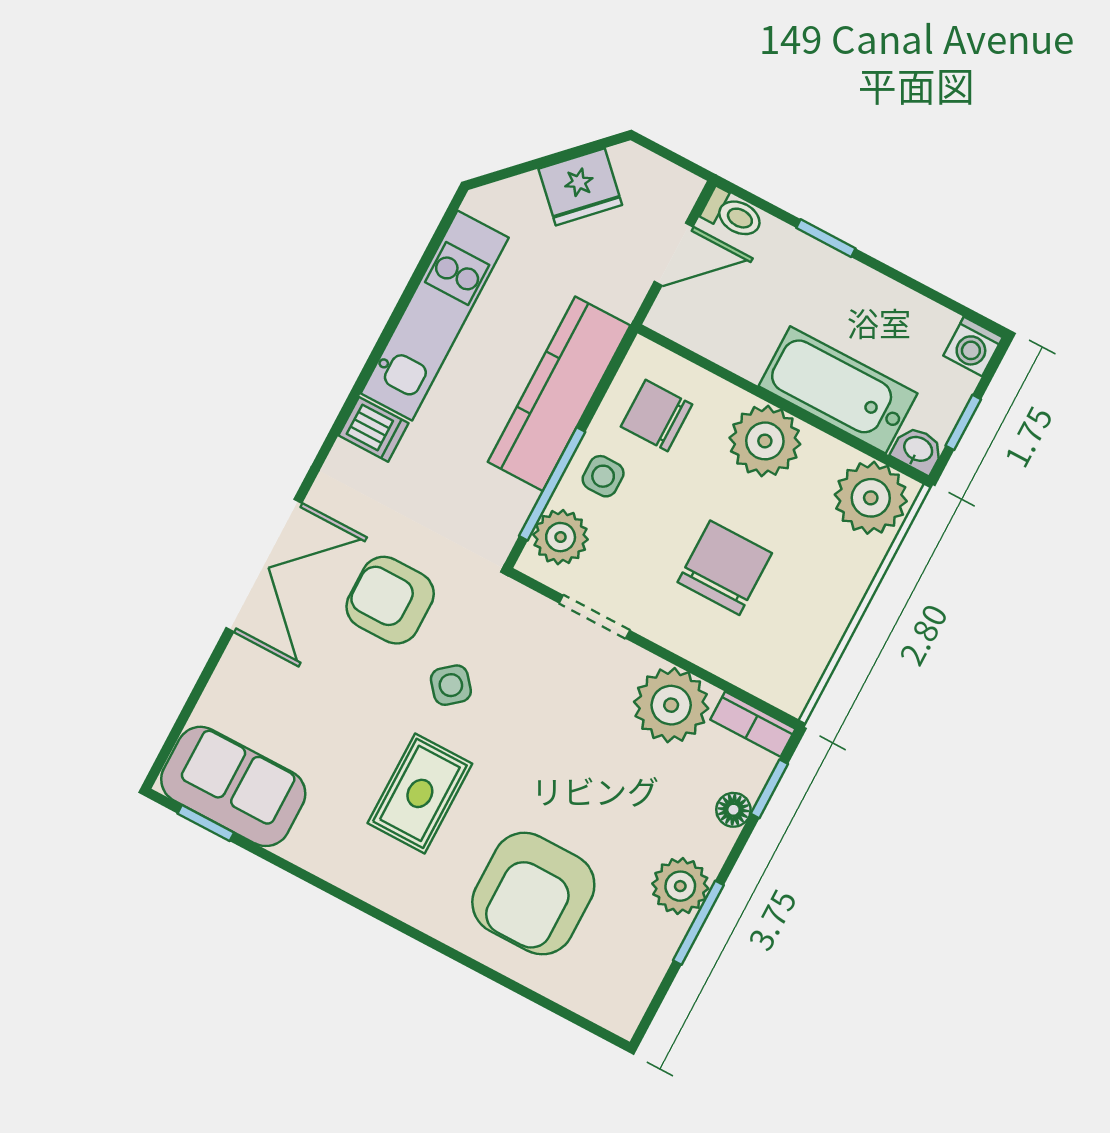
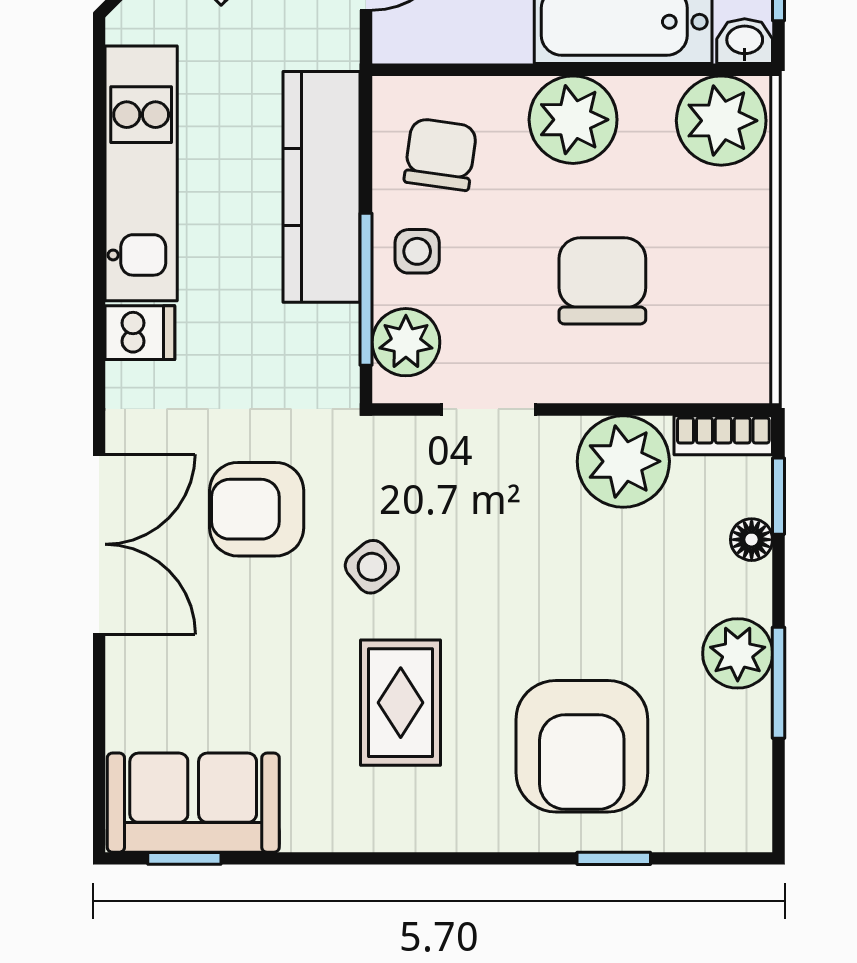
chair: (657, 416) -> (440, 154), turned 98
window: (514, 986) -> (614, 858), added

